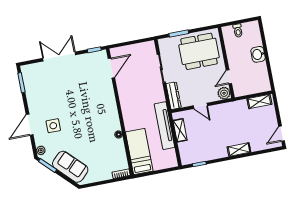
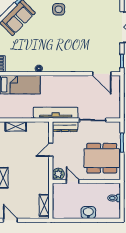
dining table: (199, 51) -> (102, 158), turned 90
tv unit: (164, 126) -> (56, 113), moved
shelving: (180, 130) -> (16, 126), moved

